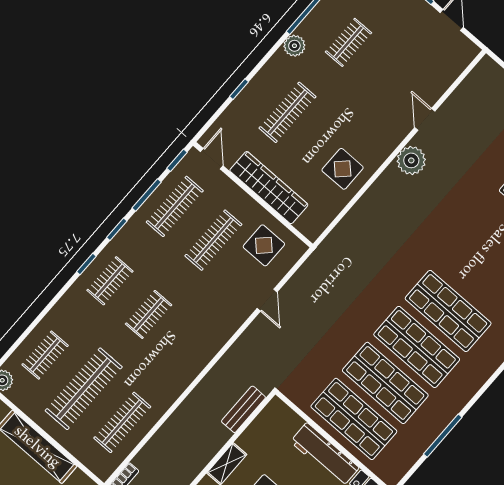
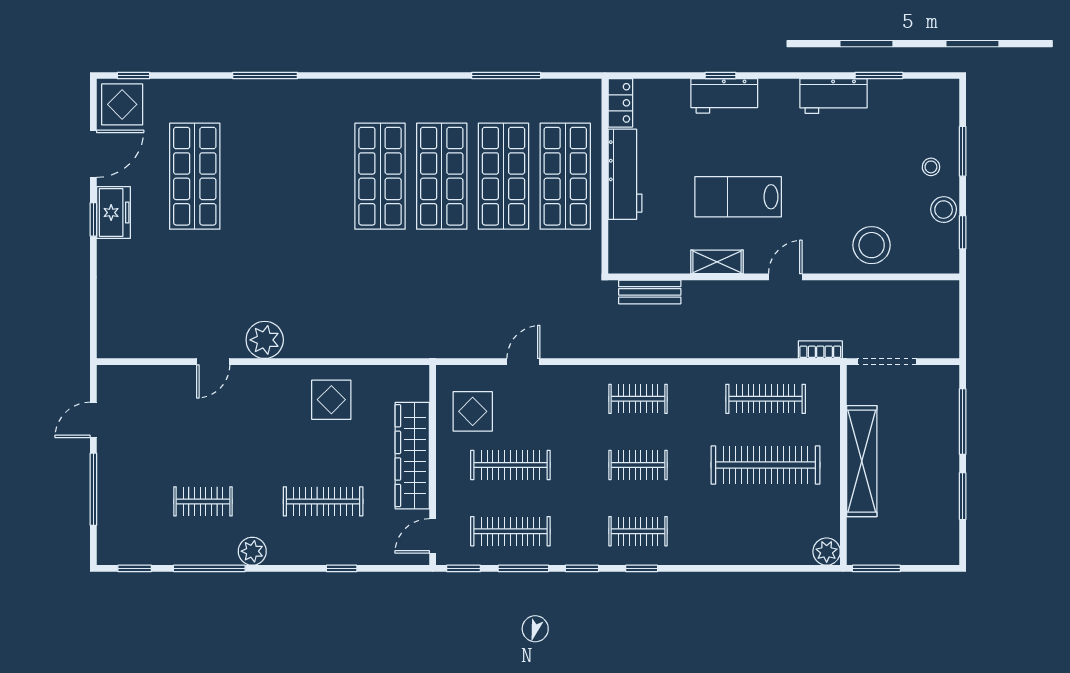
clothes rail: (45, 355) -> (638, 399), moved

